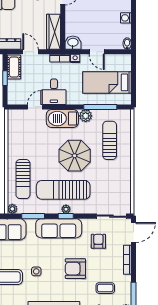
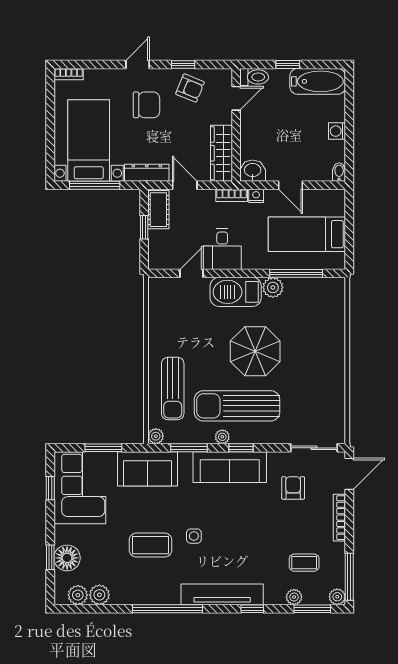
sun lounger: (110, 140) -> (311, 327), removed
plant: (66, 209) -> (222, 437), moved
armchair: (75, 269) -> (256, 532), removed

